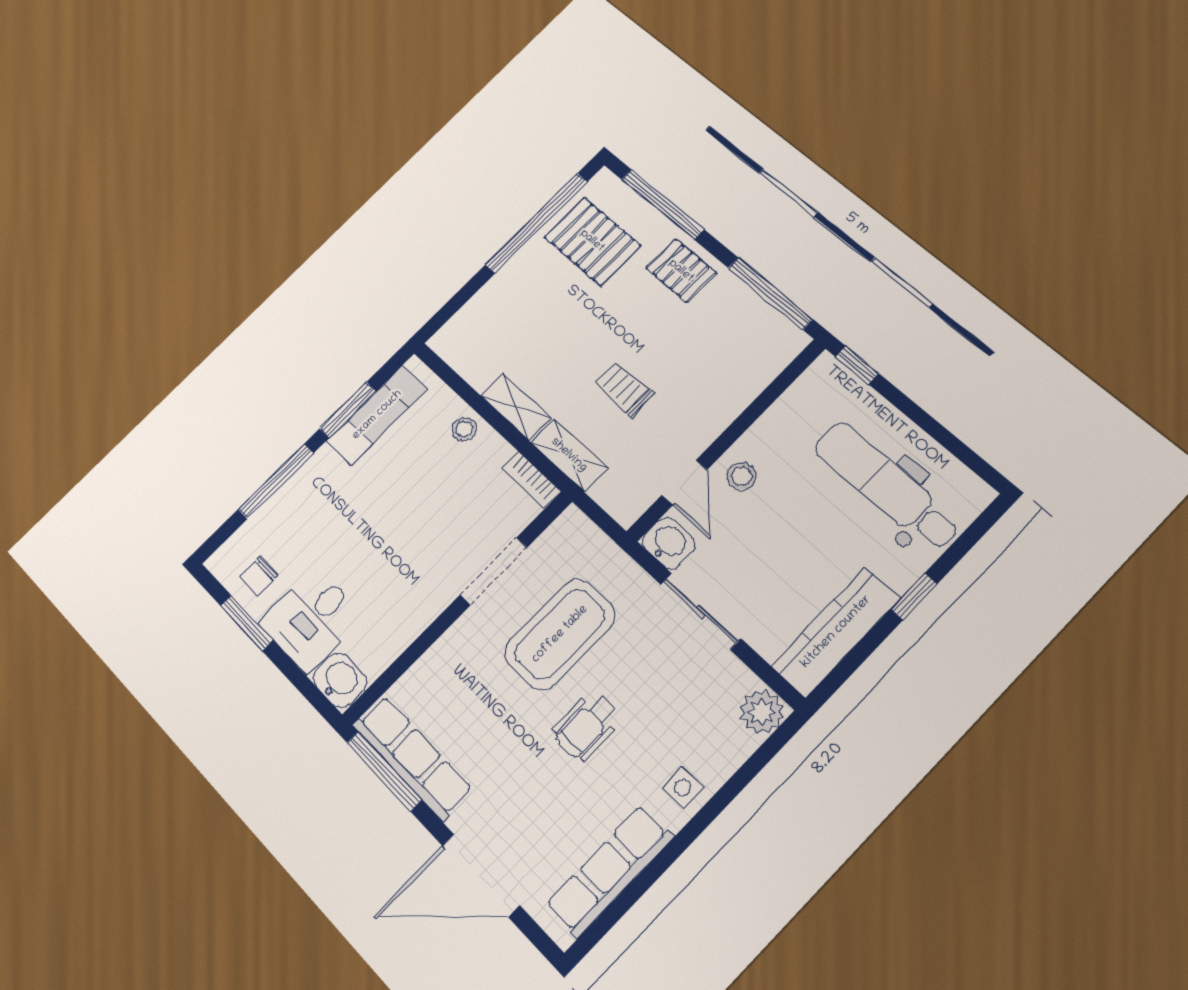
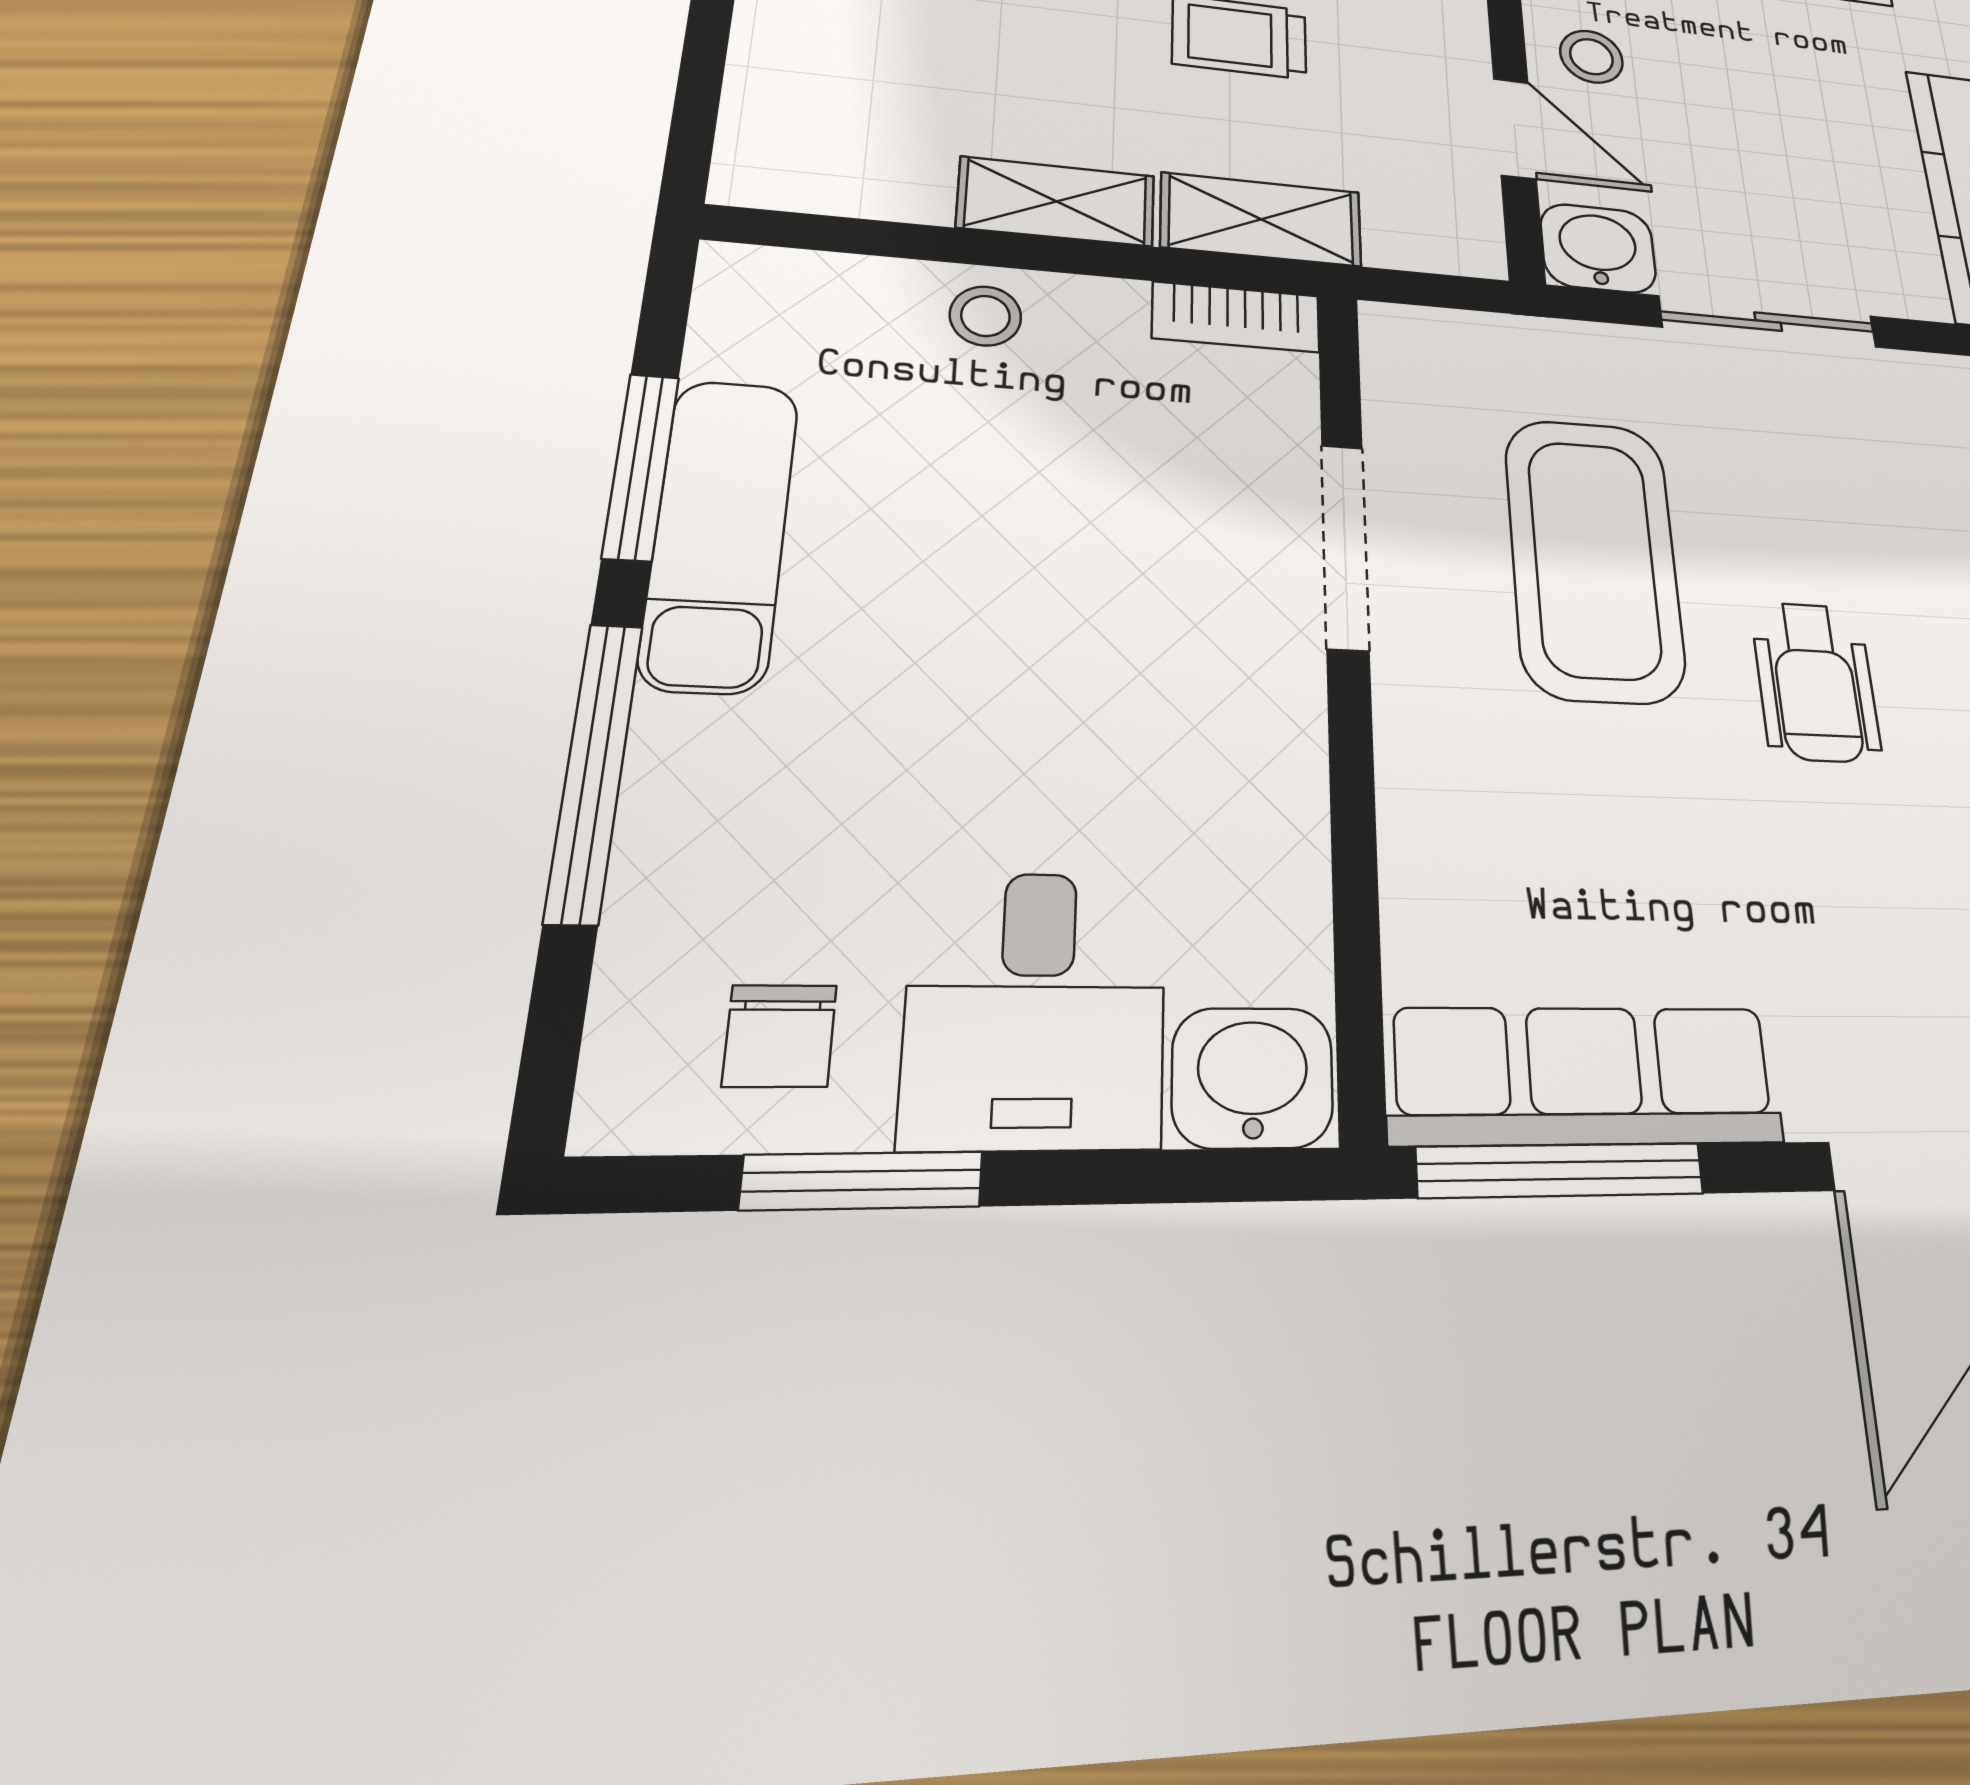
exam couch: (377, 415) -> (720, 533), moved

